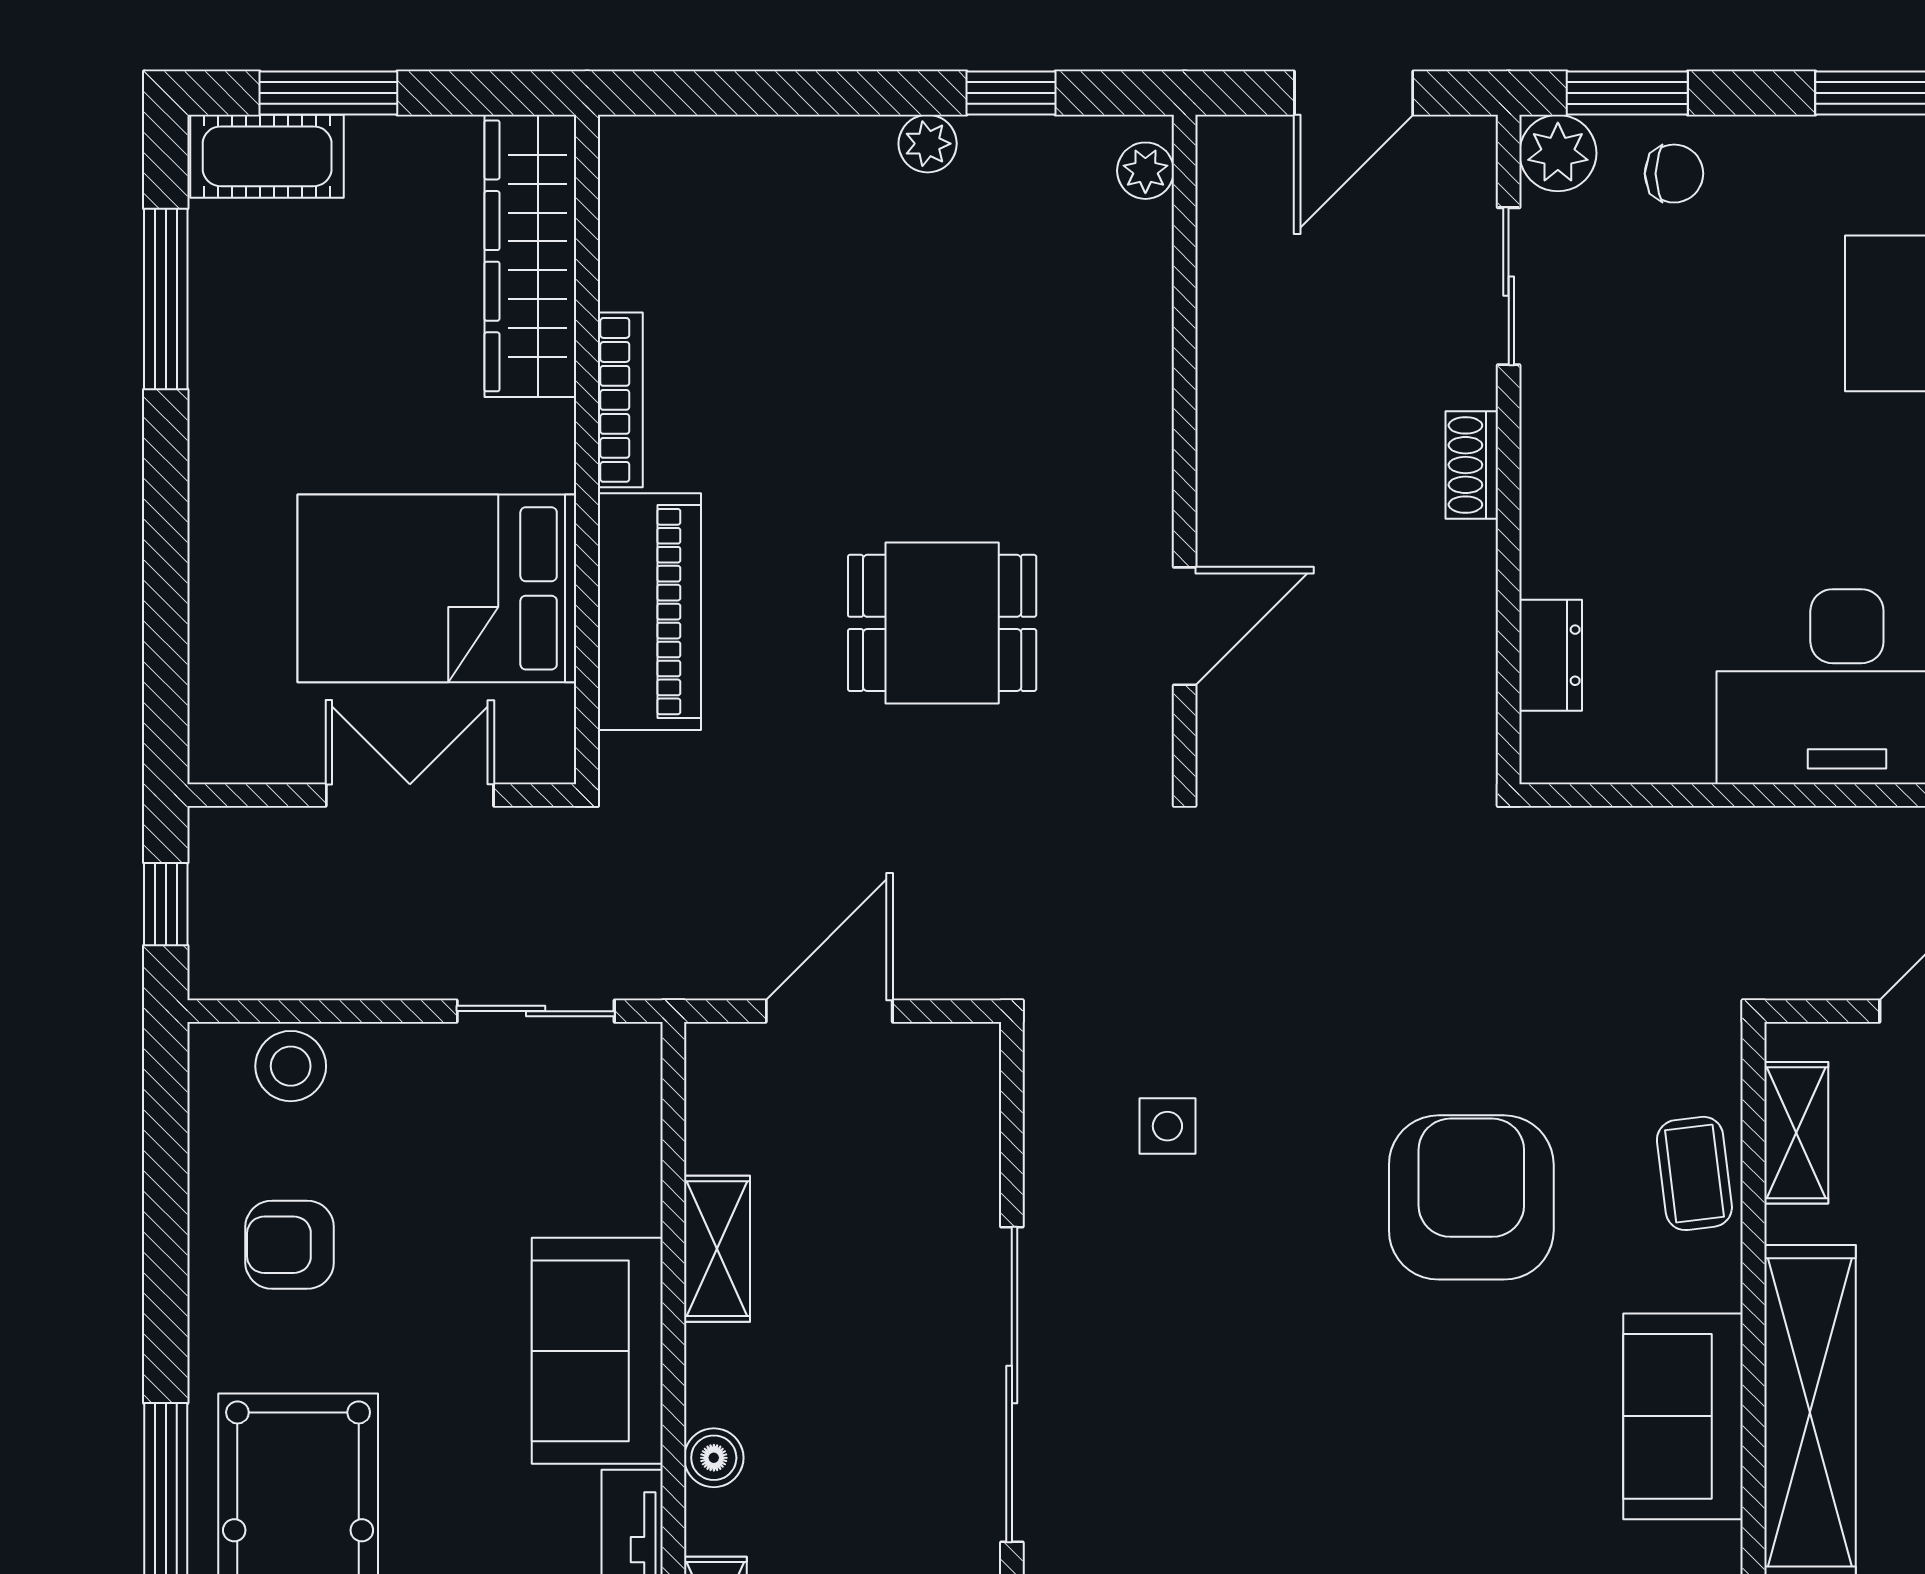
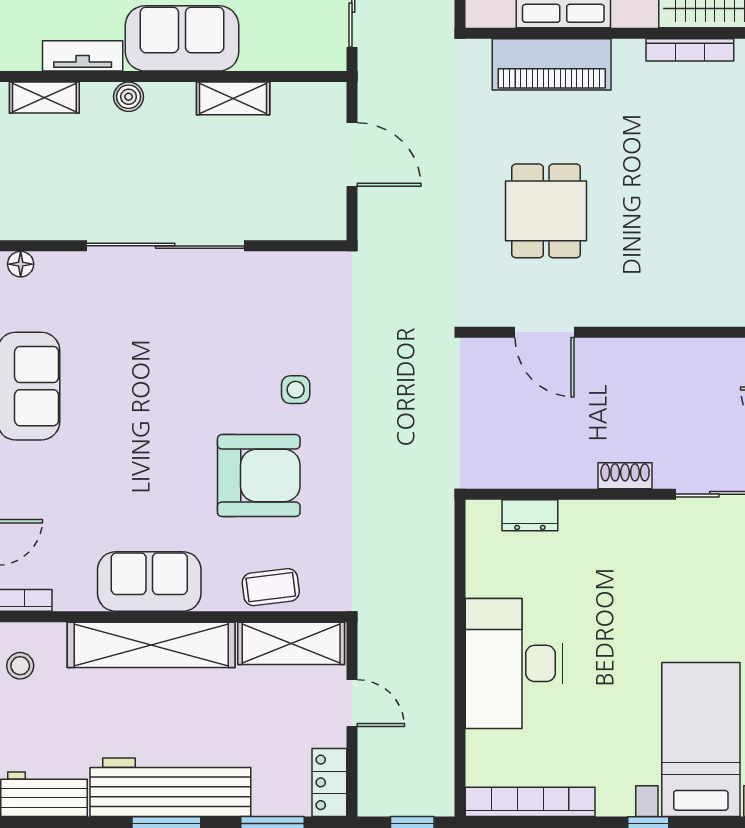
bookcase: (620, 400) -> (690, 50), moved
side table: (1167, 1126) -> (296, 390), moved
shelving: (1796, 1133) -> (291, 643), width x1.50, depth x1.33

